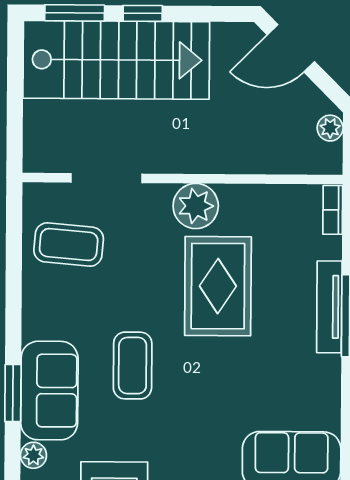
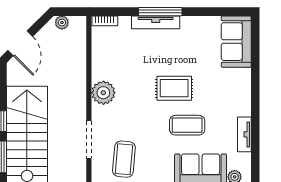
rug: (218, 286) -> (174, 88), moved, width x0.73, depth x0.70

